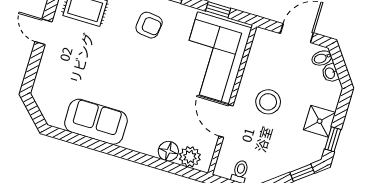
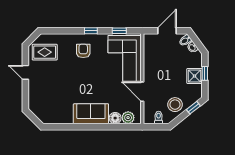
armchair: (149, 25) -> (83, 51), turned -97
stool: (268, 102) -> (175, 105), moved
sofa: (96, 122) -> (91, 114), moved
window: (333, 139) -> (205, 73), moved

